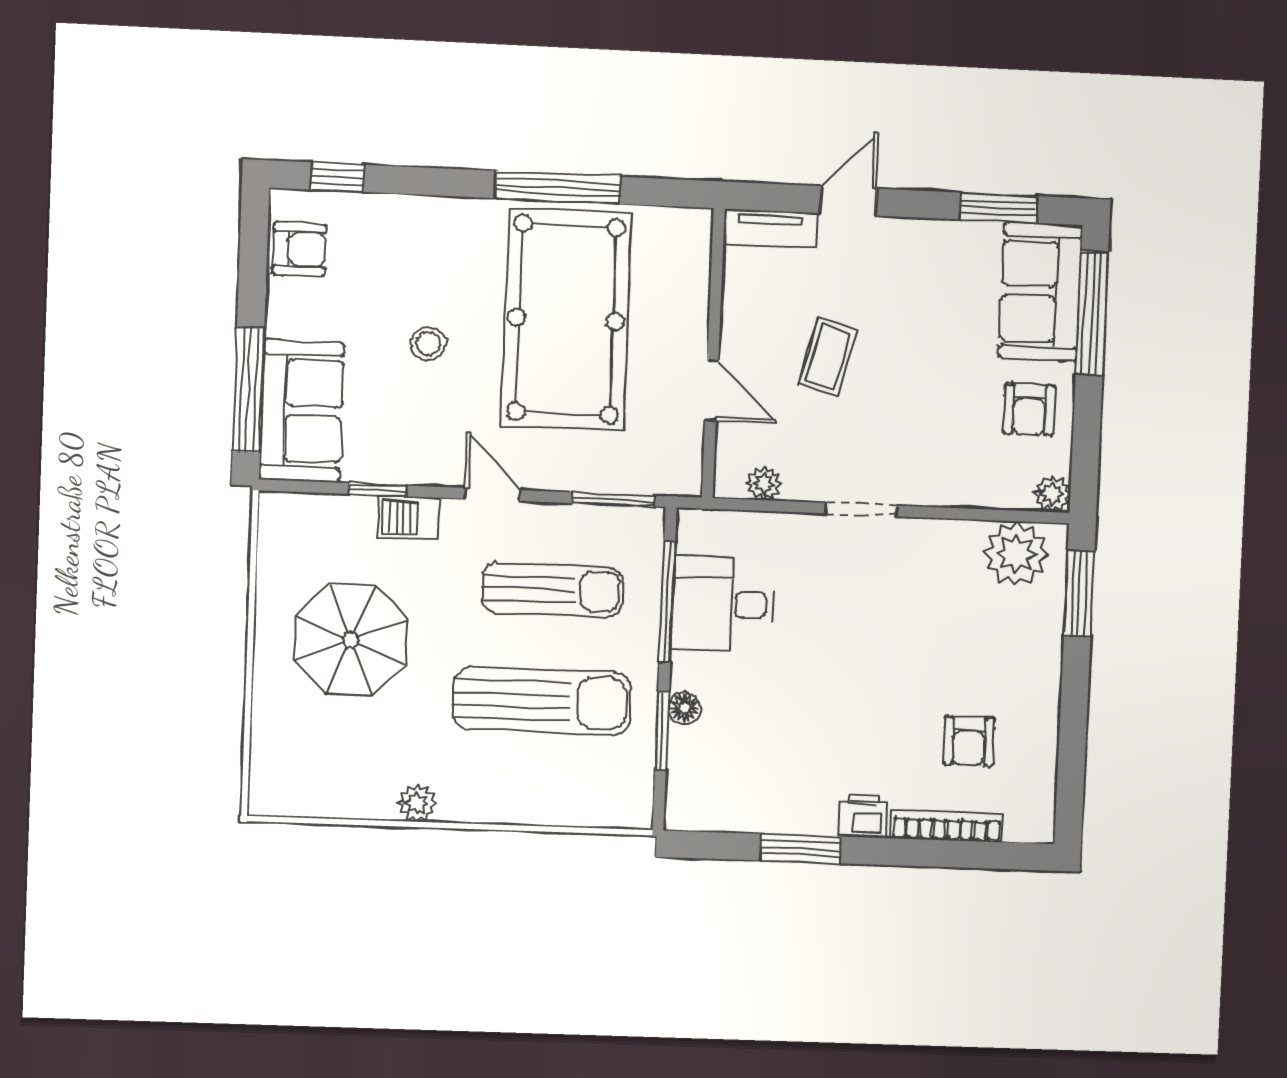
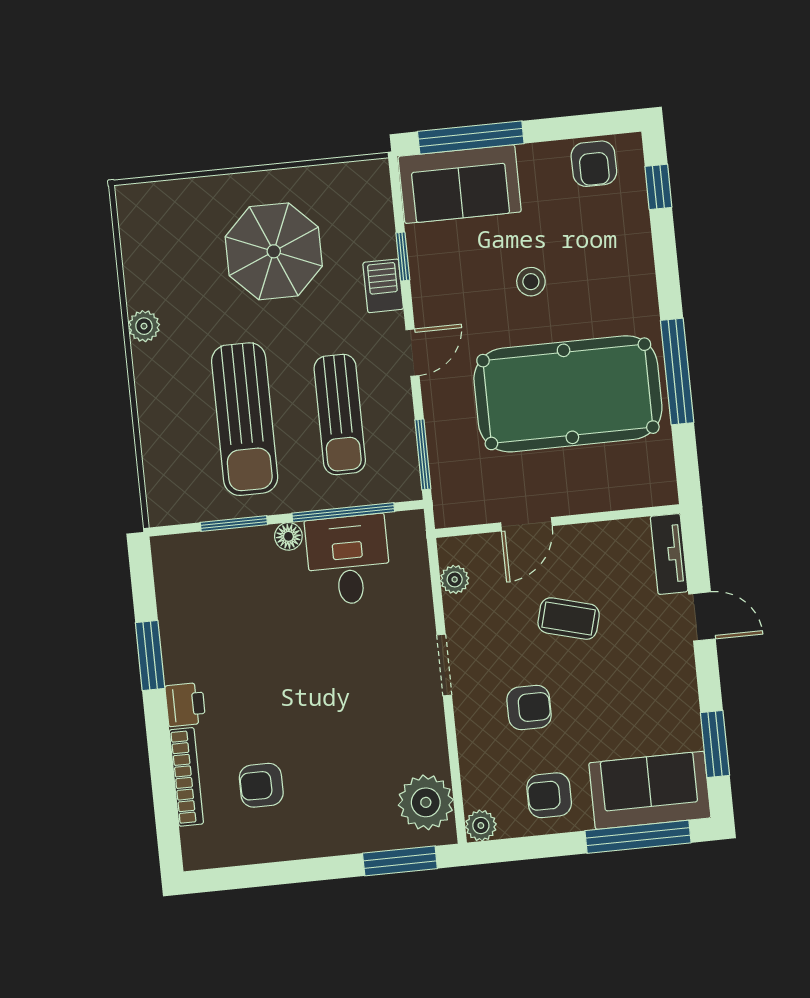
armchair: (925, 418) -> (529, 707), added
floor lamp: (684, 708) -> (288, 536), moved

